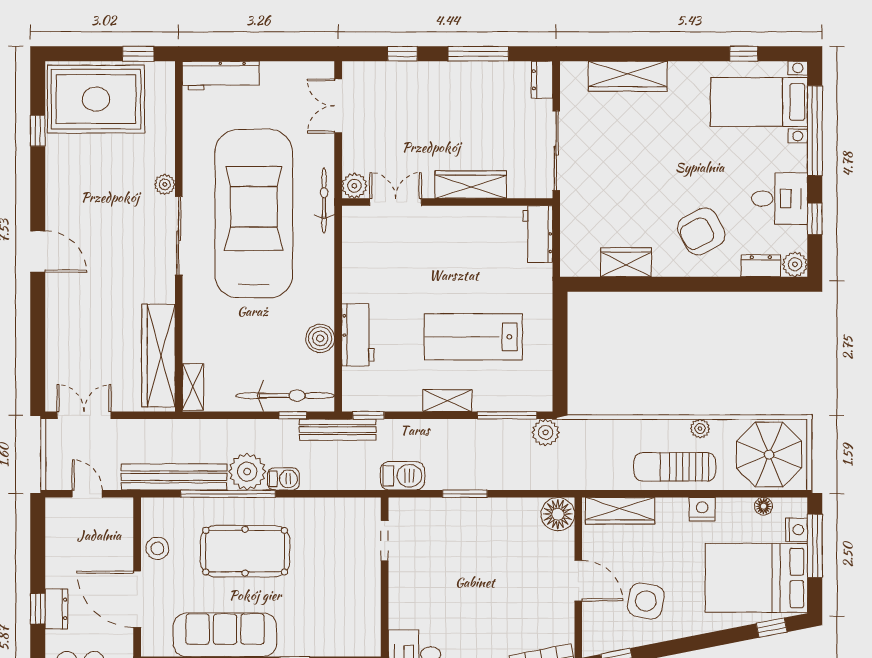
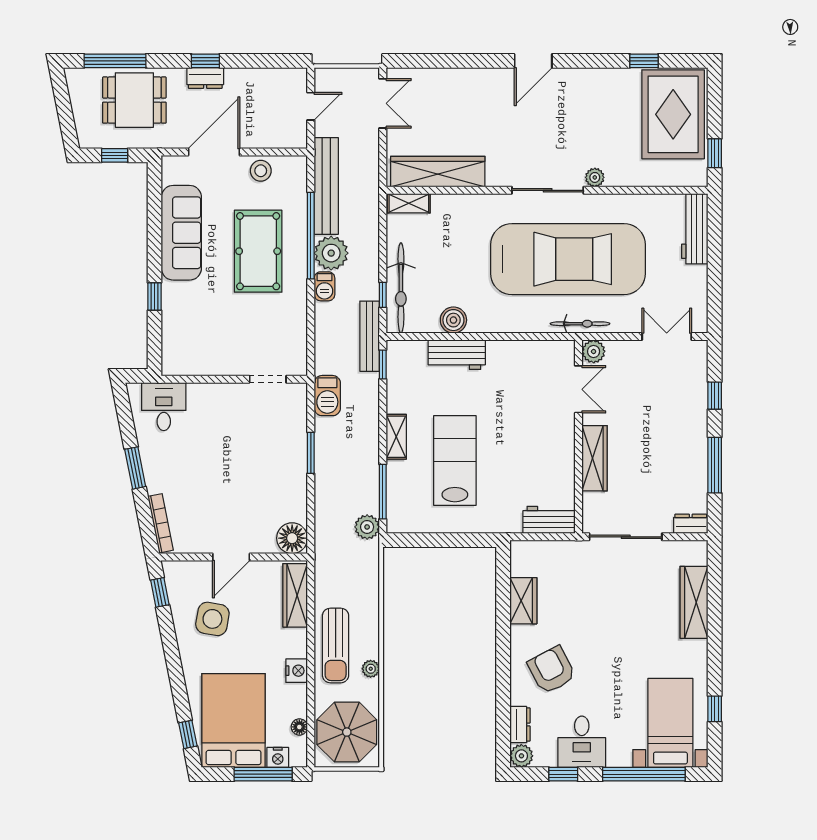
sun lounger: (675, 467) -> (336, 645), turned 180

